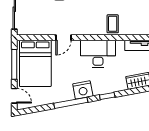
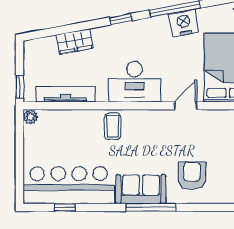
nightstand: (83, 90) -> (184, 23), moved

